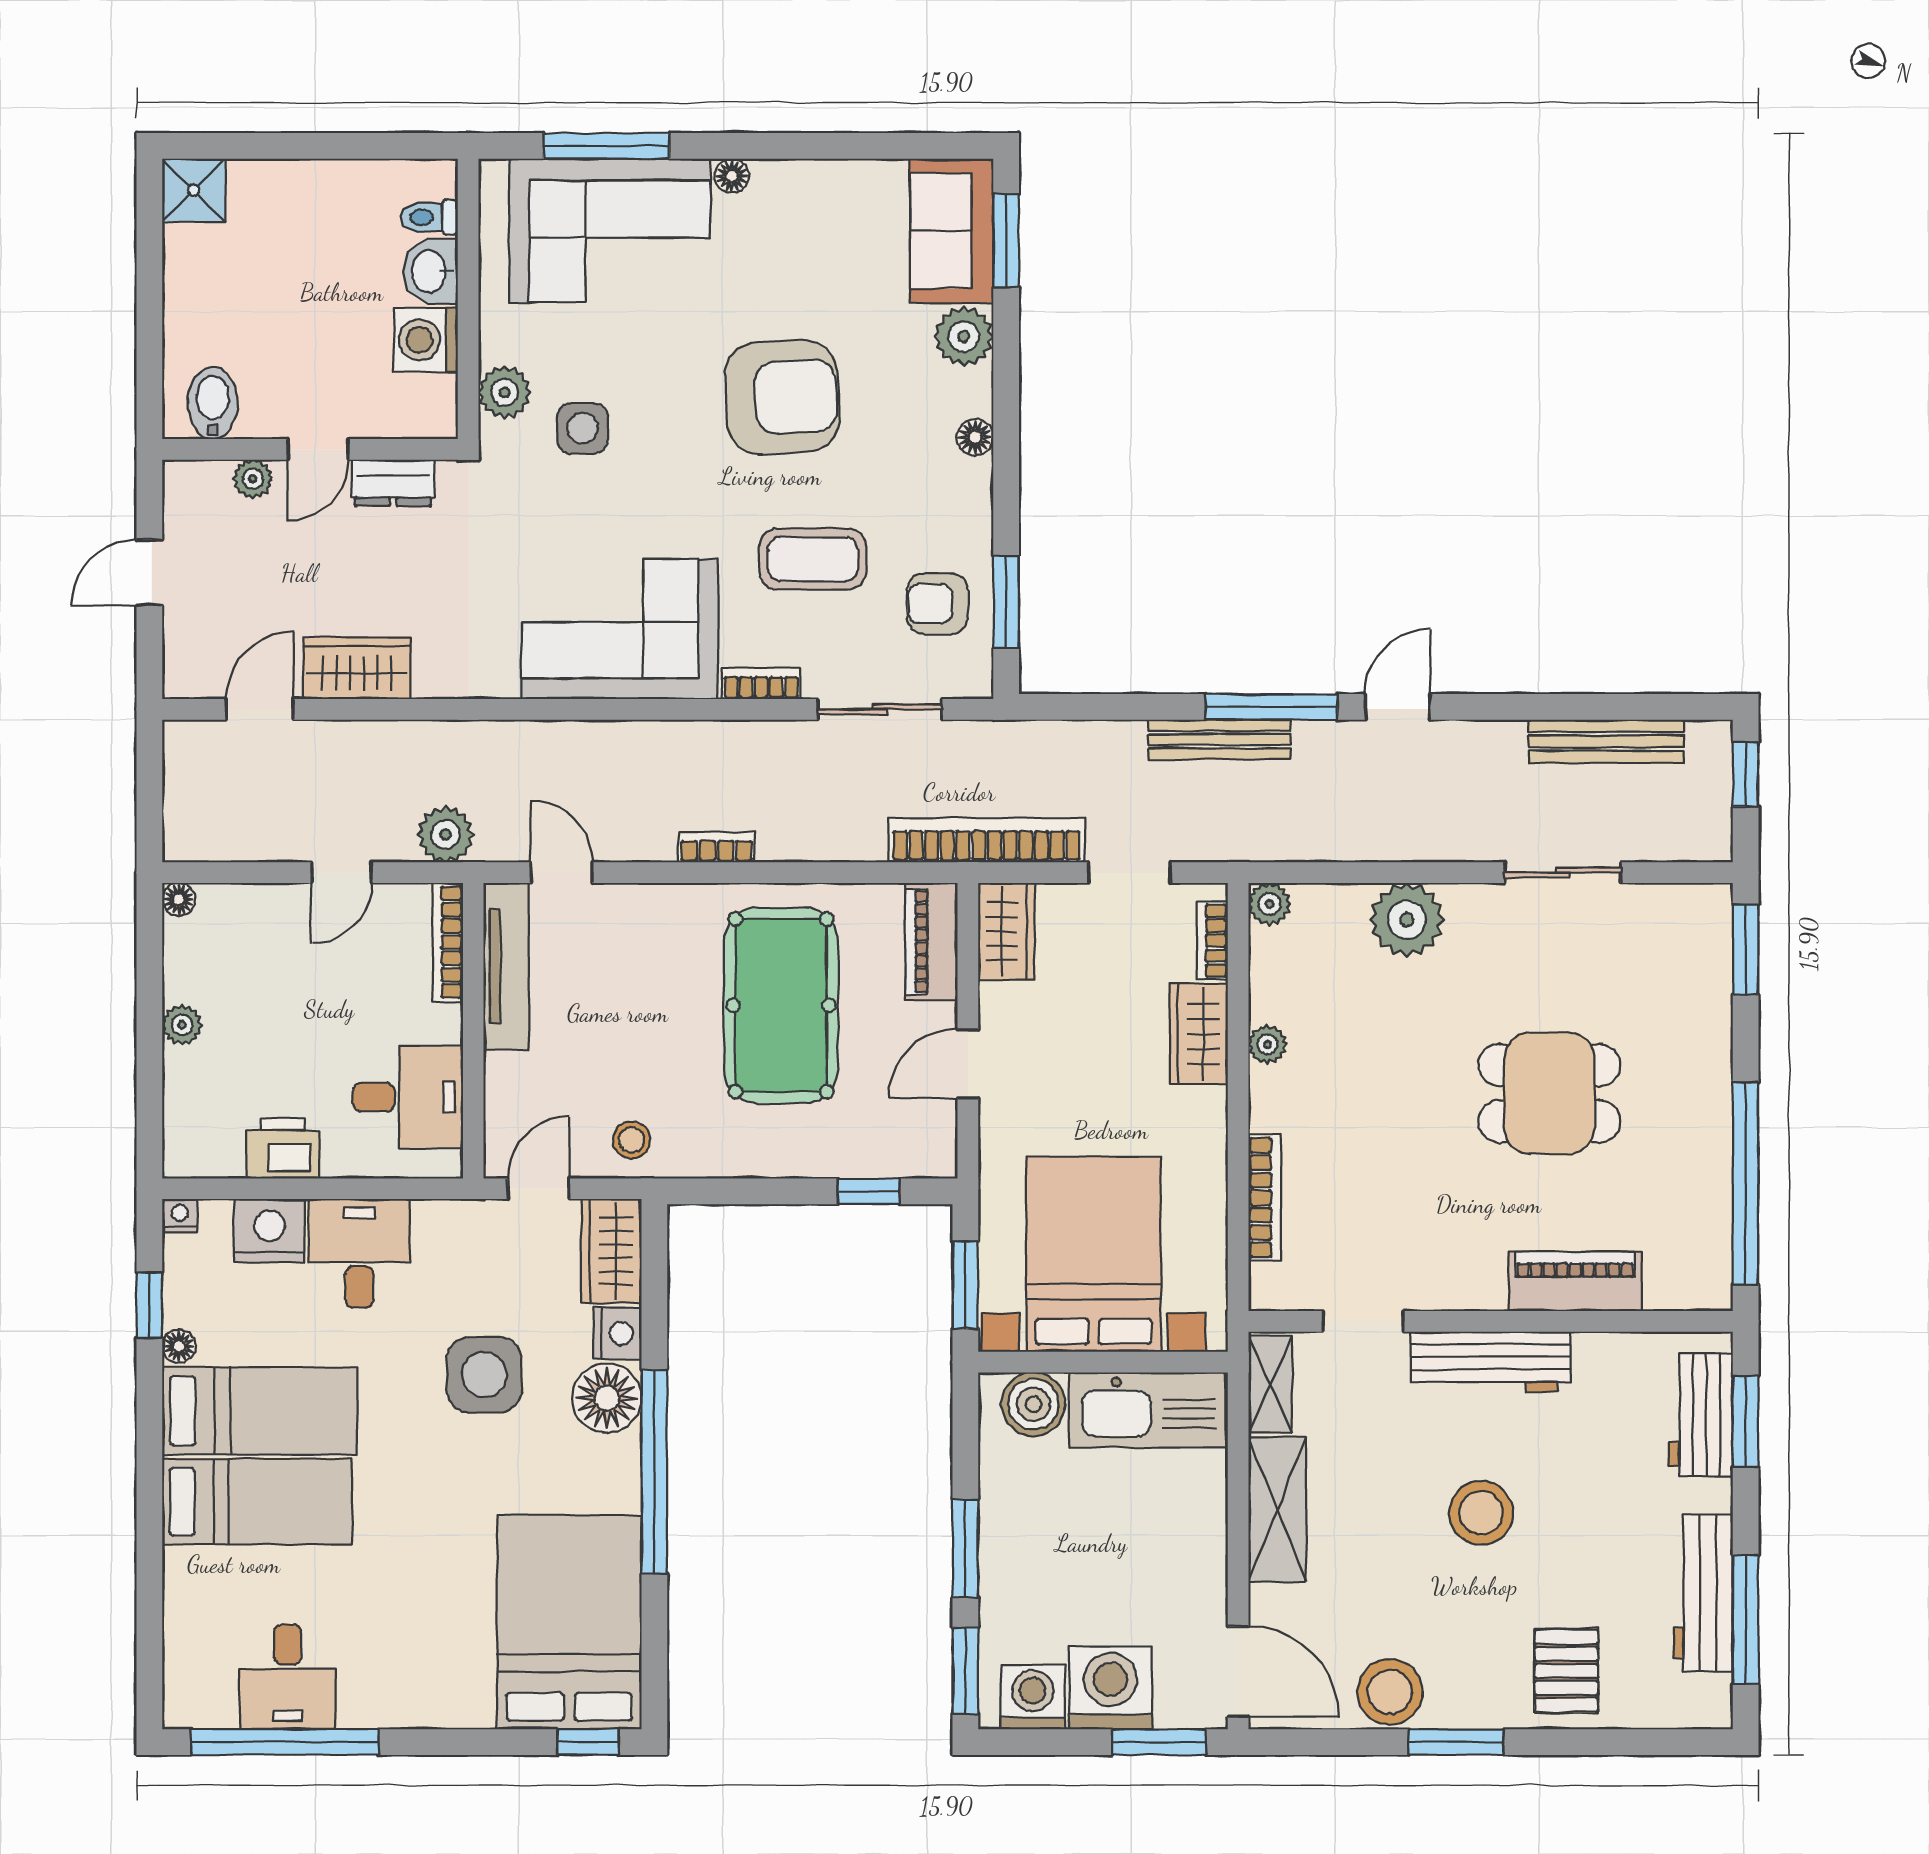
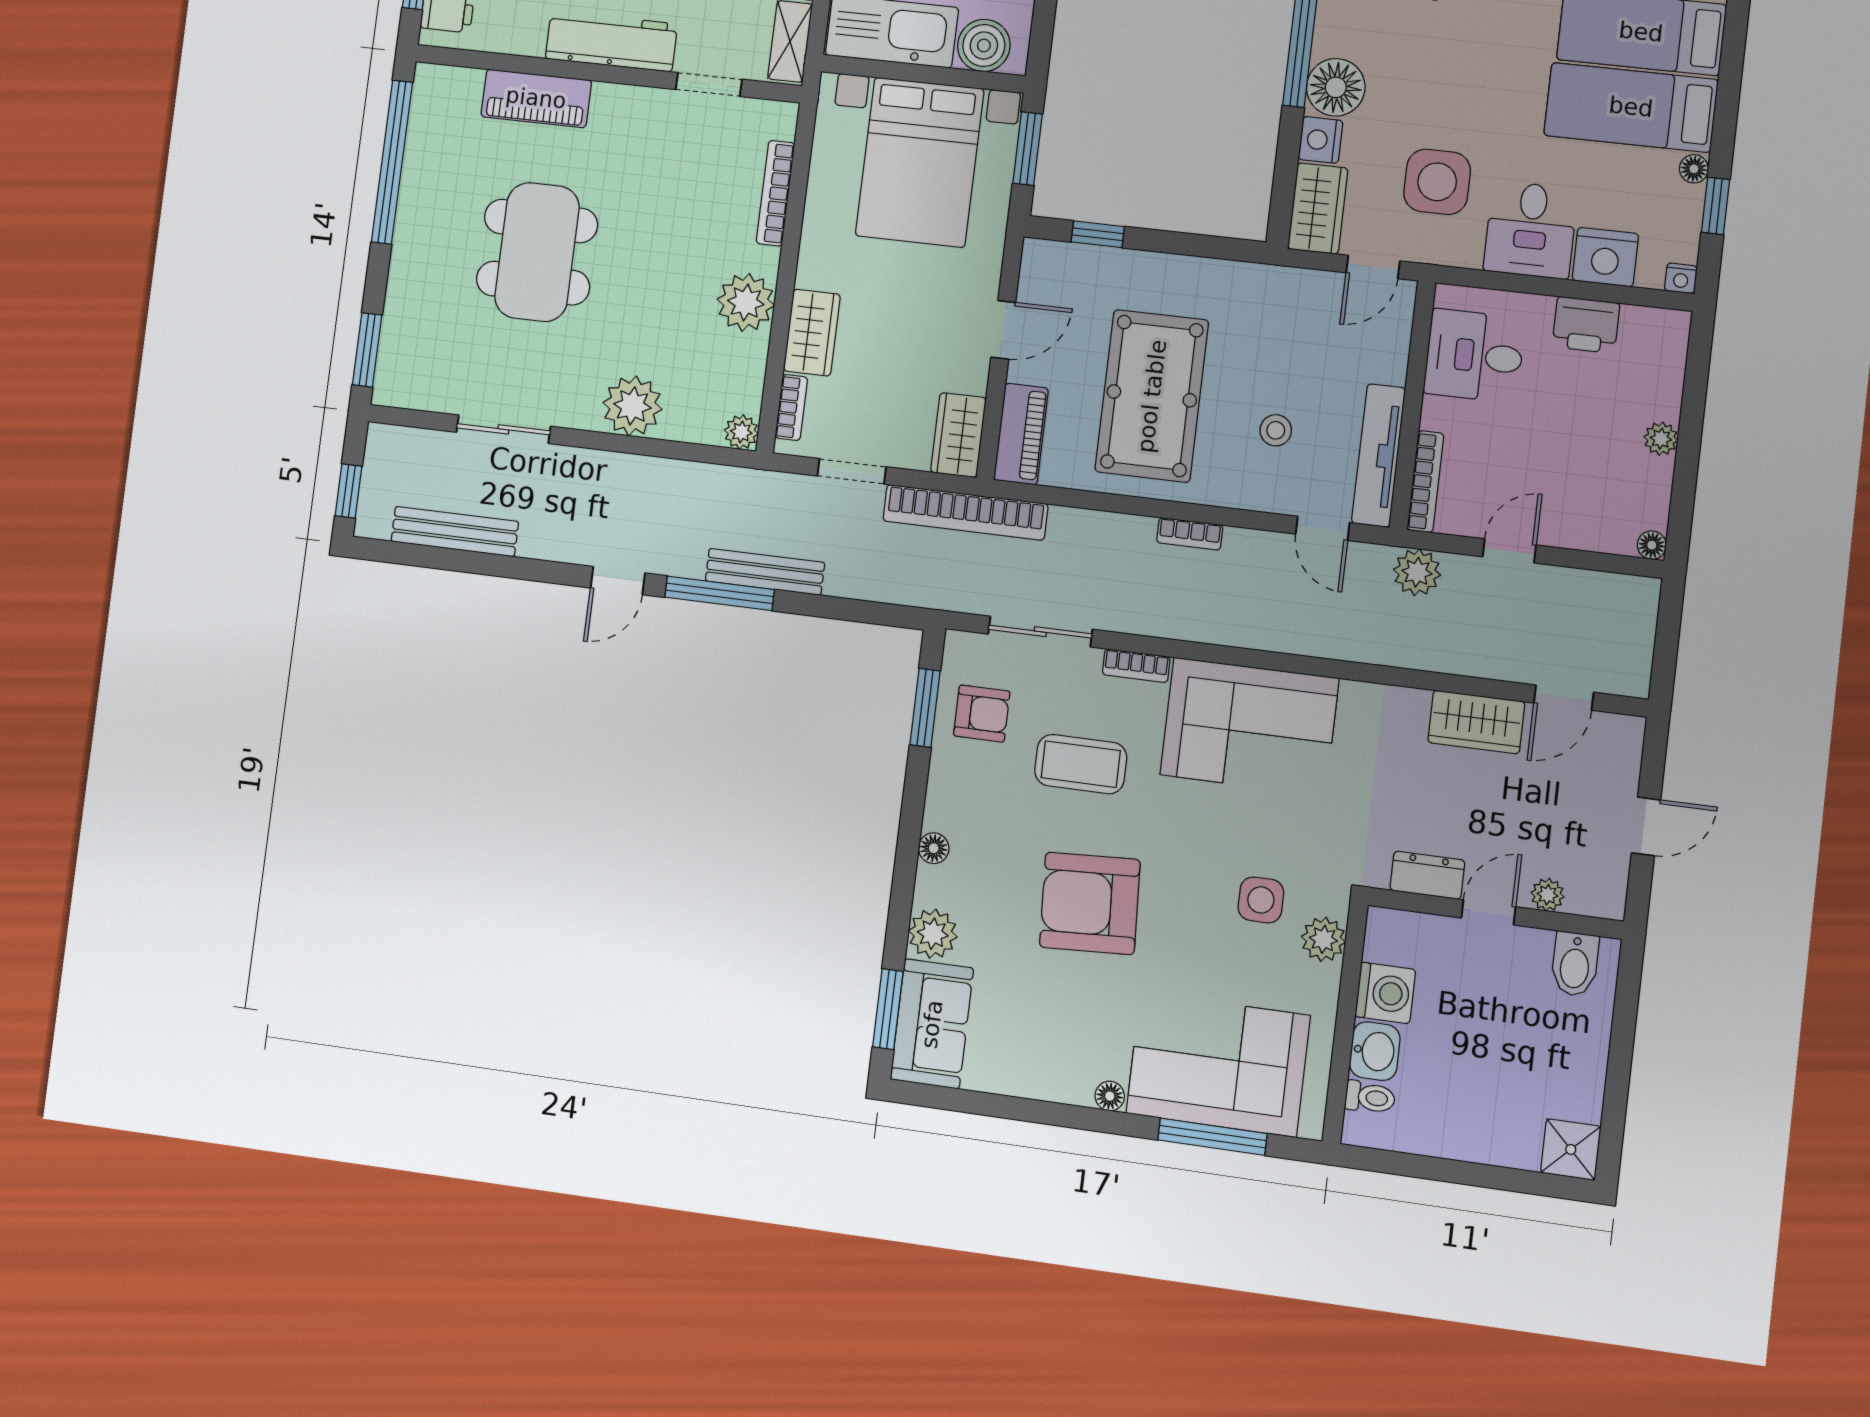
plant: (1267, 1044) -> (746, 302), width x1.88, depth x1.88
dining table: (1549, 1093) -> (537, 252), width x1.38
stool: (632, 1140) -> (1276, 430), moved
side table: (484, 1375) -> (1437, 182), moved

